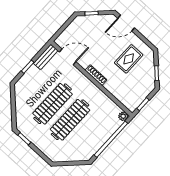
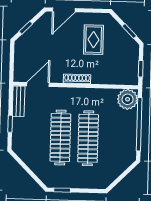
plant: (123, 116) -> (128, 99), width x1.87, depth x1.87

